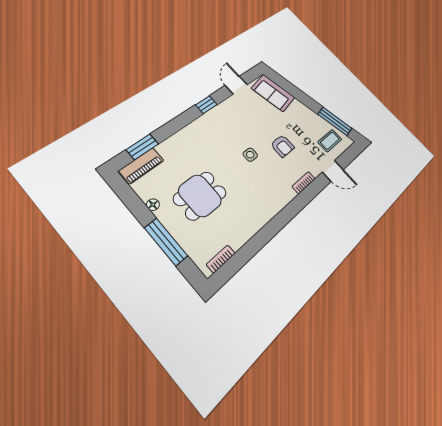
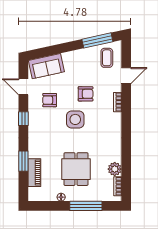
armchair: (246, 117) -> (50, 100), added
window: (142, 147) -> (23, 161), moved
side table: (250, 155) -> (75, 119), width x1.87, depth x1.87
piano: (141, 166) -> (34, 173), moved
plant: (237, 238) -> (115, 169), added

